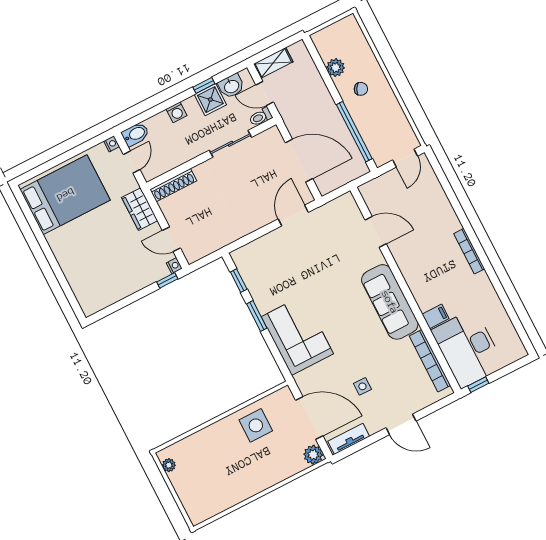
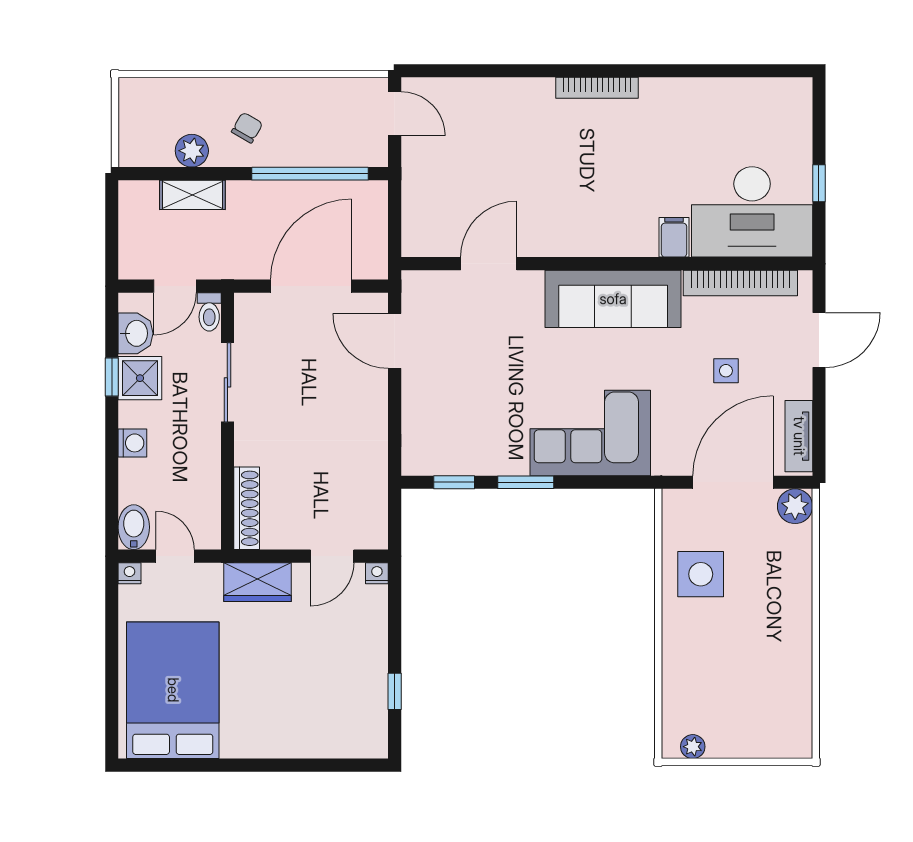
shelving: (273, 63) -> (192, 195), moved, turned 90
door: (376, 232) -> (489, 264), moved
window: (167, 280) -> (395, 691), moved
wall: (406, 290) -> (607, 264), moved
sofa: (390, 302) -> (613, 299), moved
filing cabinet: (436, 316) -> (674, 237), moved
desk: (468, 348) -> (752, 212), moved
bookcase: (430, 361) -> (740, 283), moved

